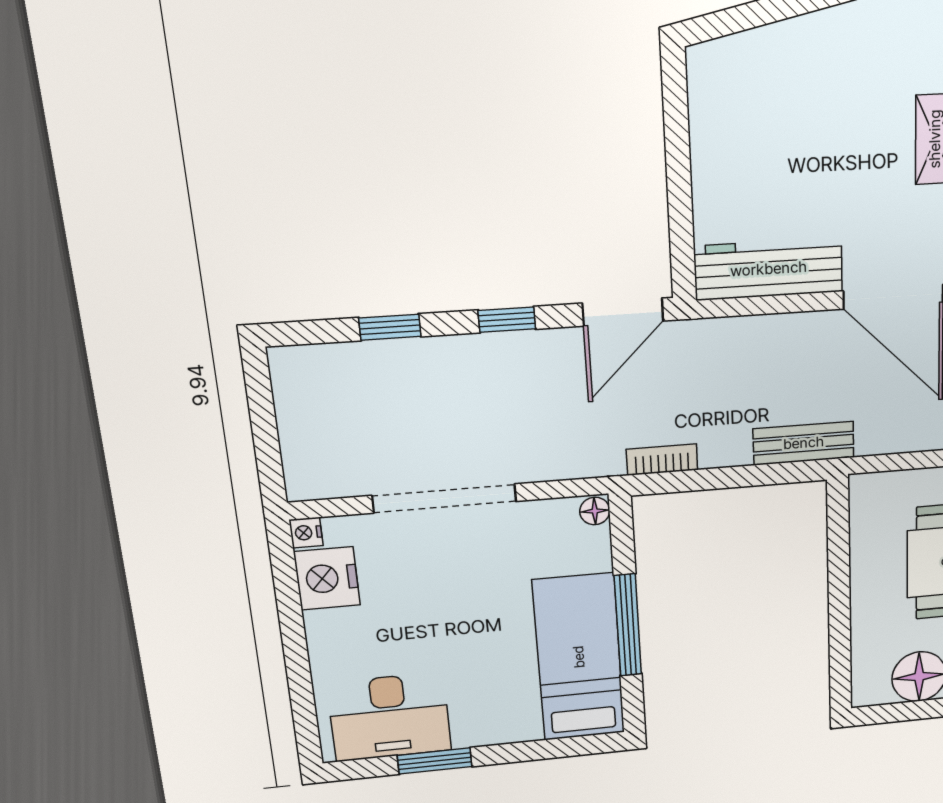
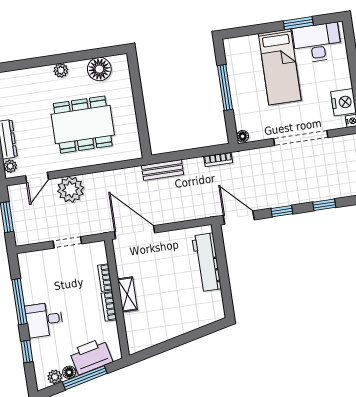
workbench: (769, 269) -> (207, 262), moved, turned 90
door: (623, 312) -> (239, 218), hinge flipped
bed: (579, 657) -> (280, 67), moved

